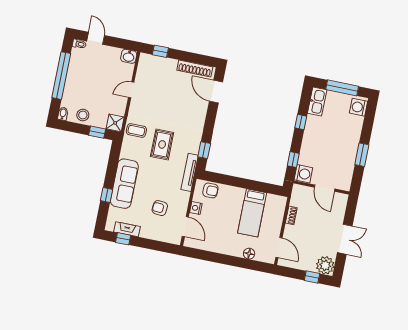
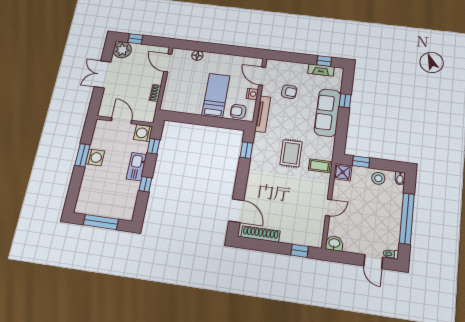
kitchen sink: (317, 102) -> (136, 167), moved
washing machine: (359, 107) -> (95, 157), moved
tv unit: (190, 172) -> (263, 114), moved
bed: (252, 213) -> (216, 95), moved

